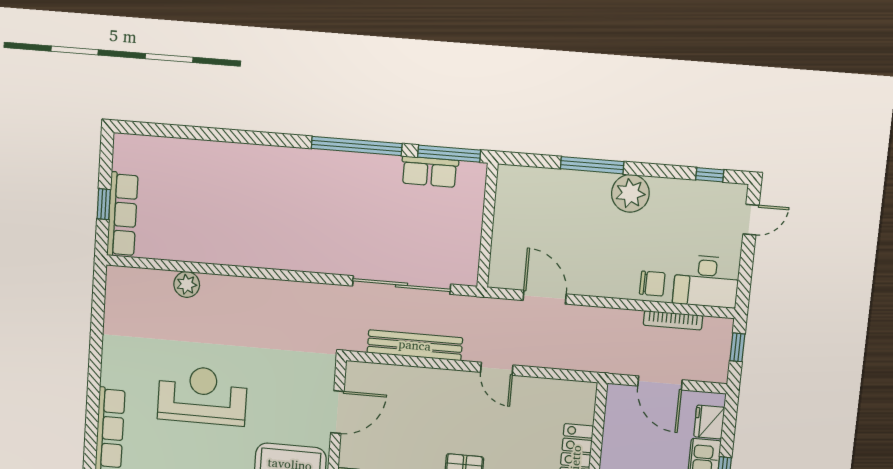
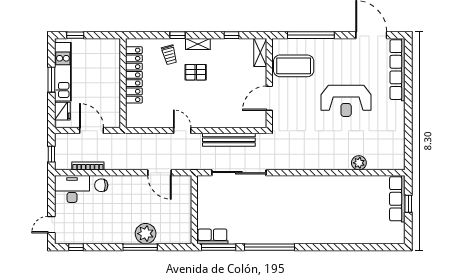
row of seats: (430, 172) -> (212, 236), moved
plant: (630, 193) -> (146, 234), moved

